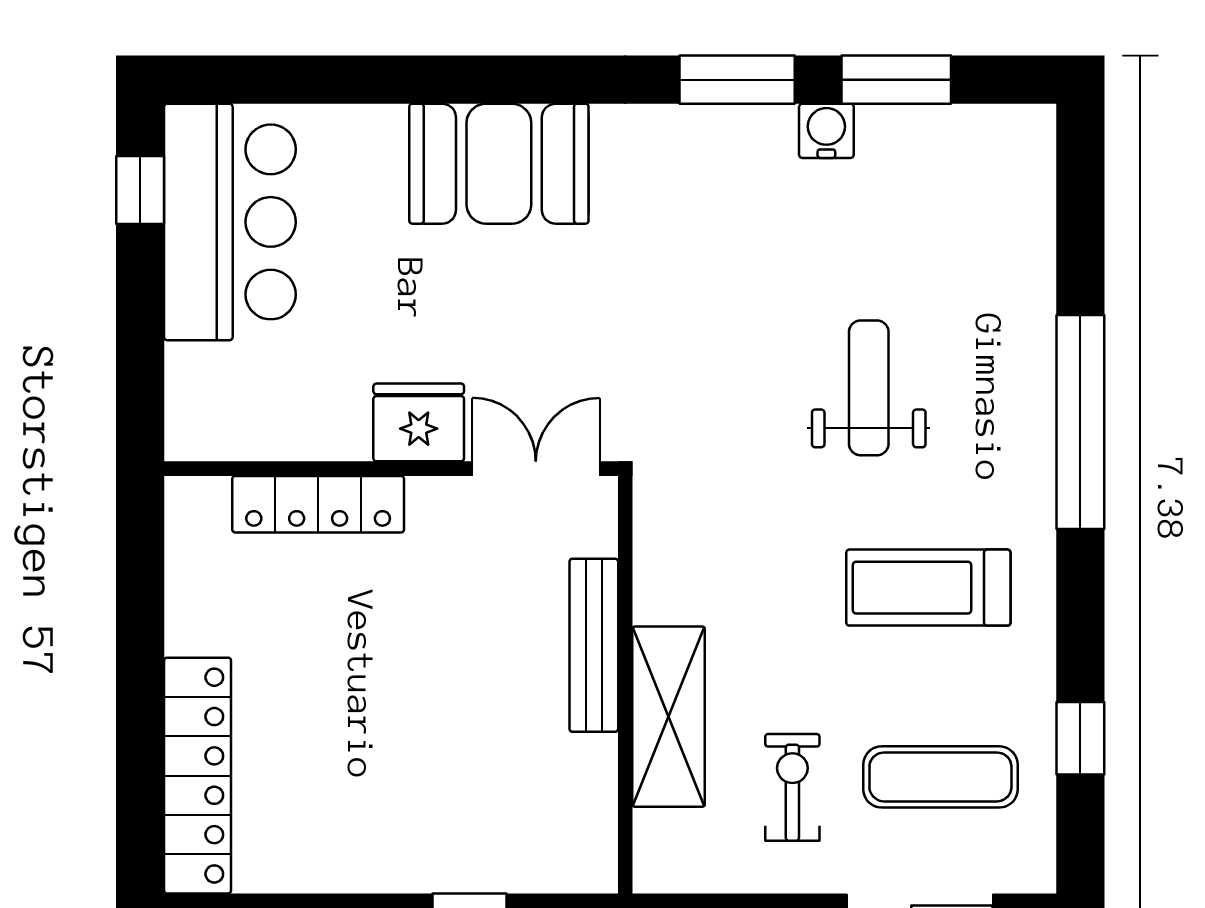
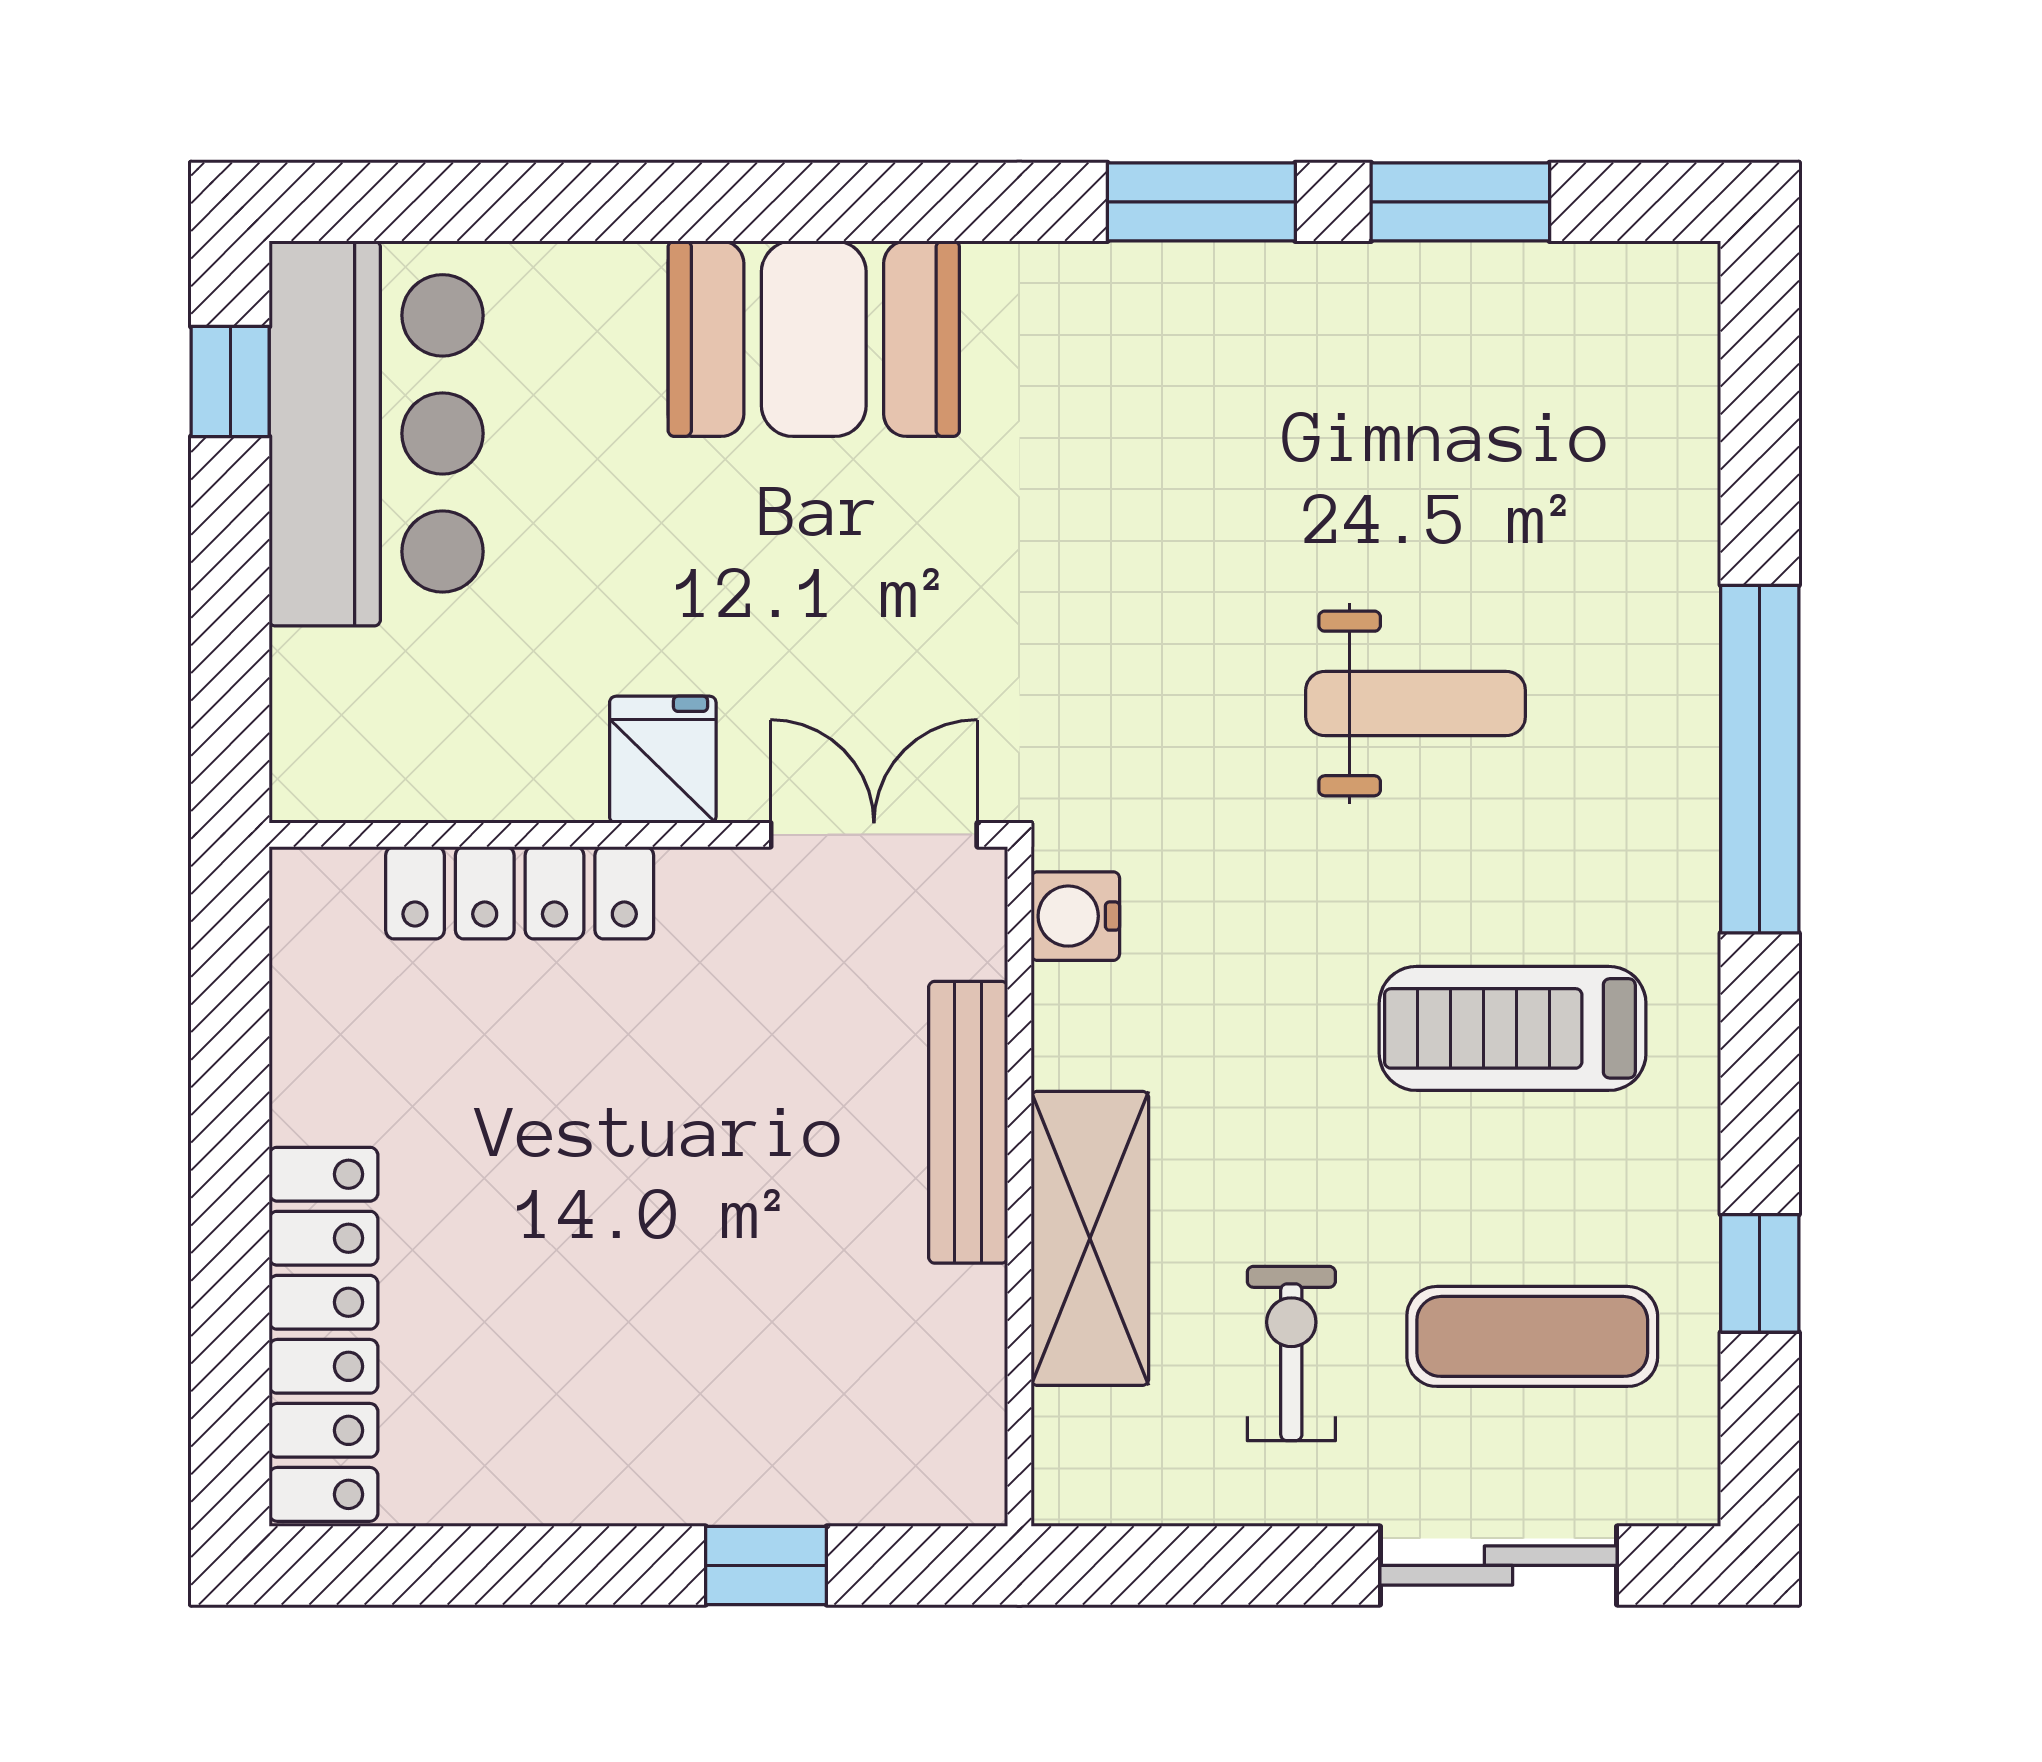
water cooler: (826, 131) -> (1075, 916), moved, turned -90
weight bench: (869, 388) -> (1416, 703), turned 90
fridge: (419, 422) -> (663, 760), width x0.72

